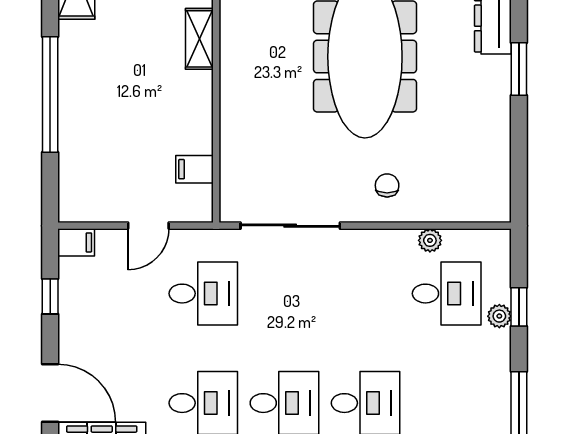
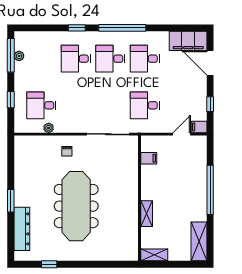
door: (148, 226) -> (182, 134), moved
plant: (499, 316) -> (19, 56), moved

